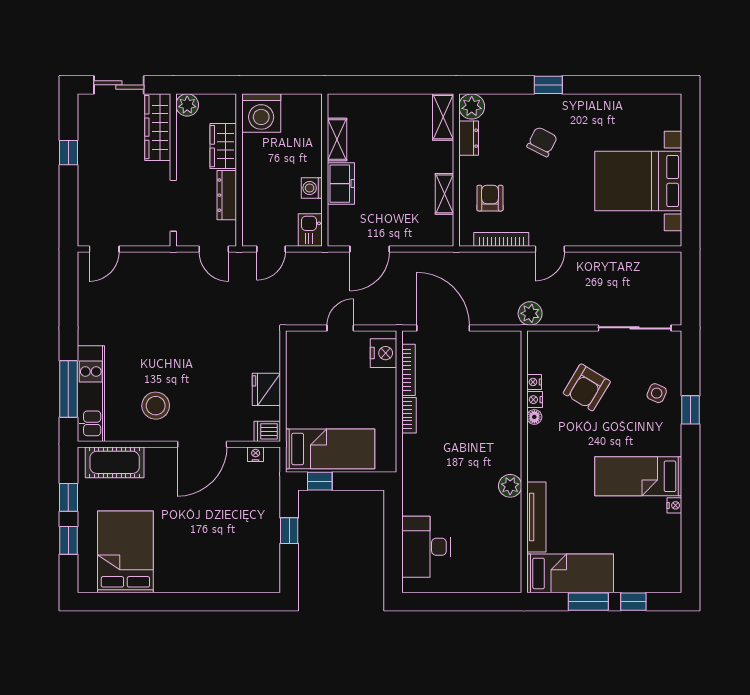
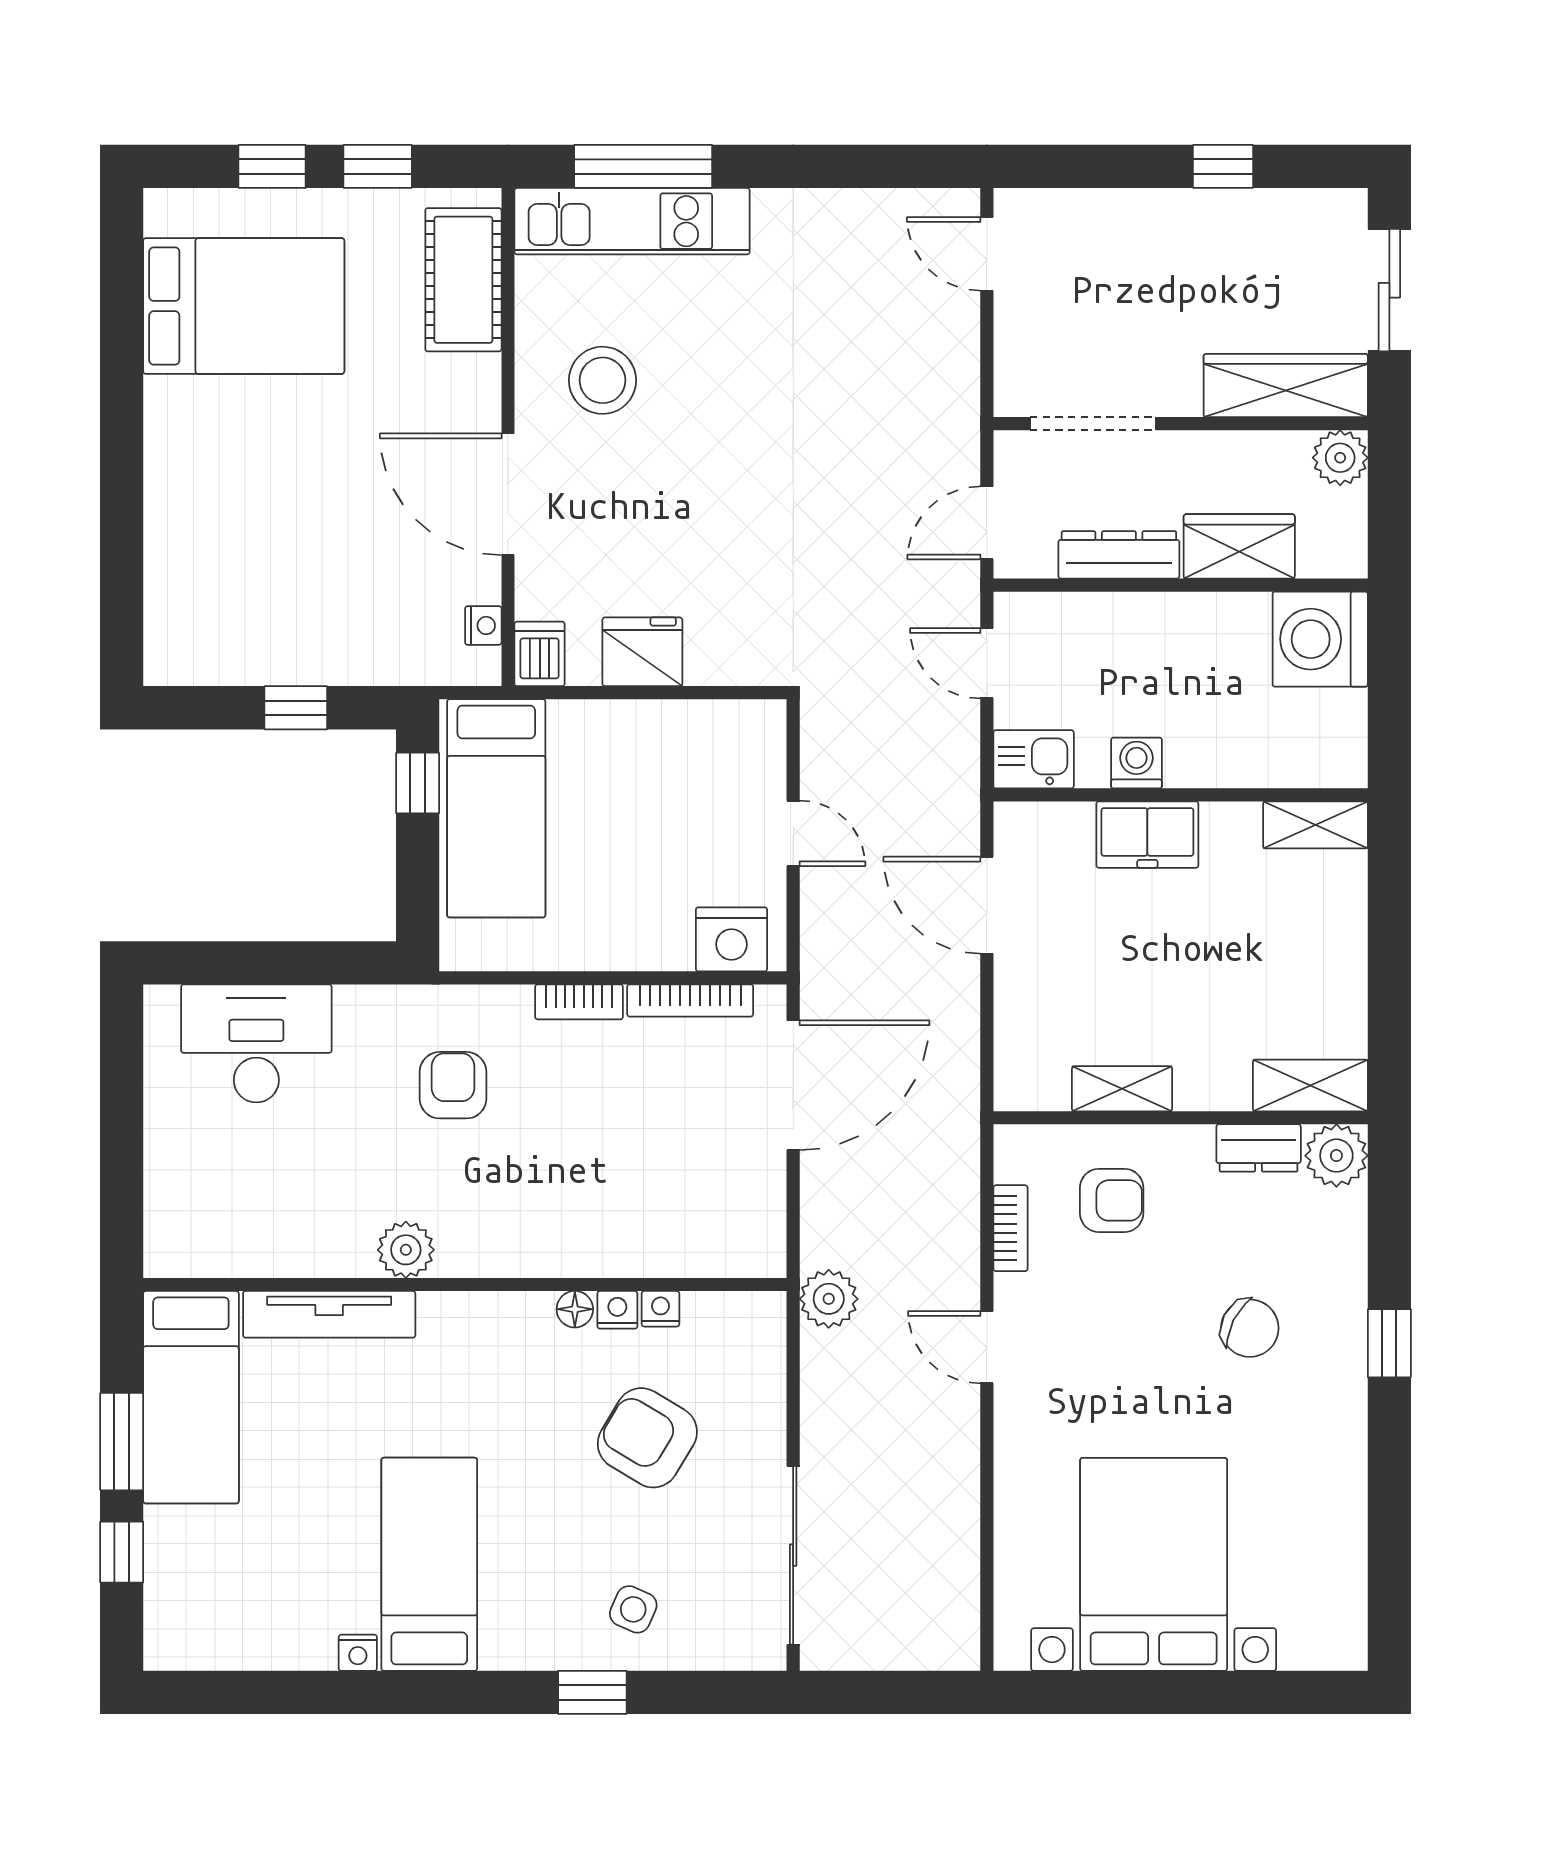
shelving: (337, 140) -> (1315, 825), moved
bookcase: (501, 239) -> (1010, 1228), width x0.64
armchair: (443, 467) -> (453, 1085), added

